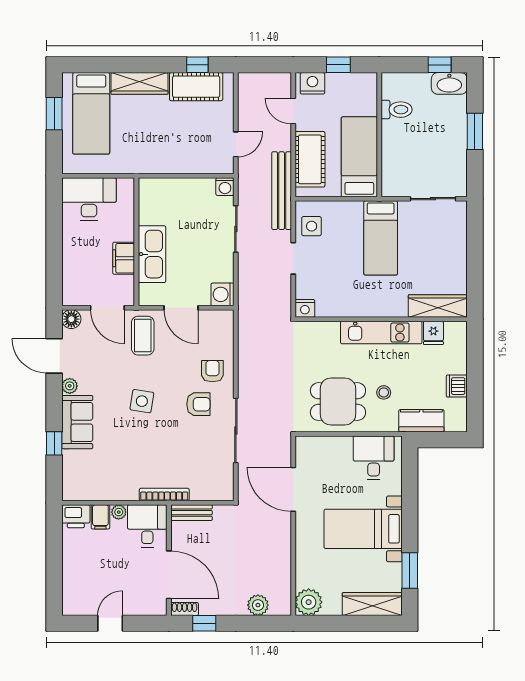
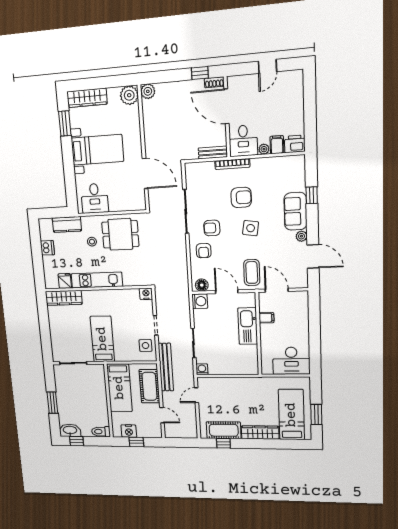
nightstand: (312, 83) -> (129, 431), moved
toilet: (397, 110) -> (101, 432), moved
filing cabinet: (124, 258) -> (266, 318), width x0.50
floor lamp: (71, 319) -> (202, 285), moved
armchair: (154, 446) -> (241, 197), added
plant: (258, 605) -> (148, 91), moved

